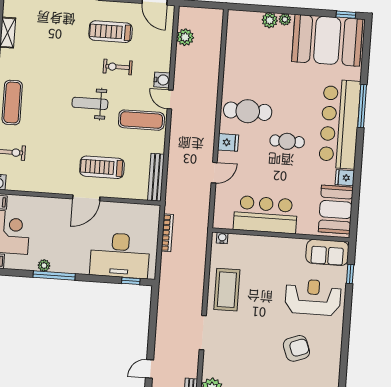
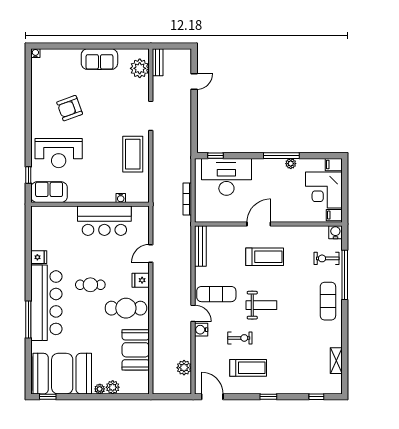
treadmill: (102, 167) -> (265, 257), moved
booth: (336, 210) -> (136, 350), moved
water cooler: (222, 238) -> (121, 198), moved

